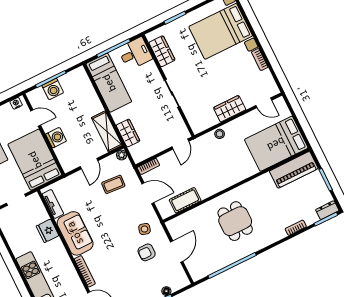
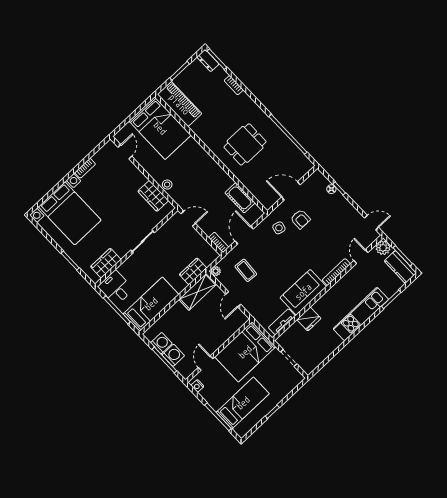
wardrobe: (230, 109) -> (153, 196), moved
washing machine: (56, 138) -> (161, 343), moved, turned 90
door: (89, 164) -> (233, 299), swing flipped

